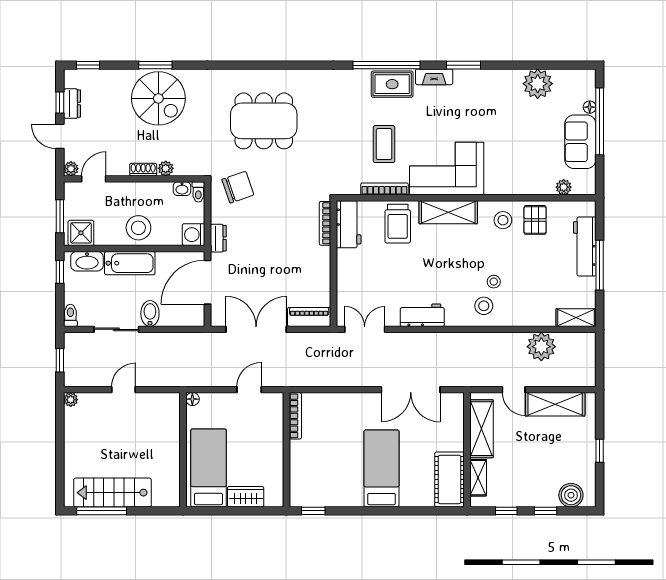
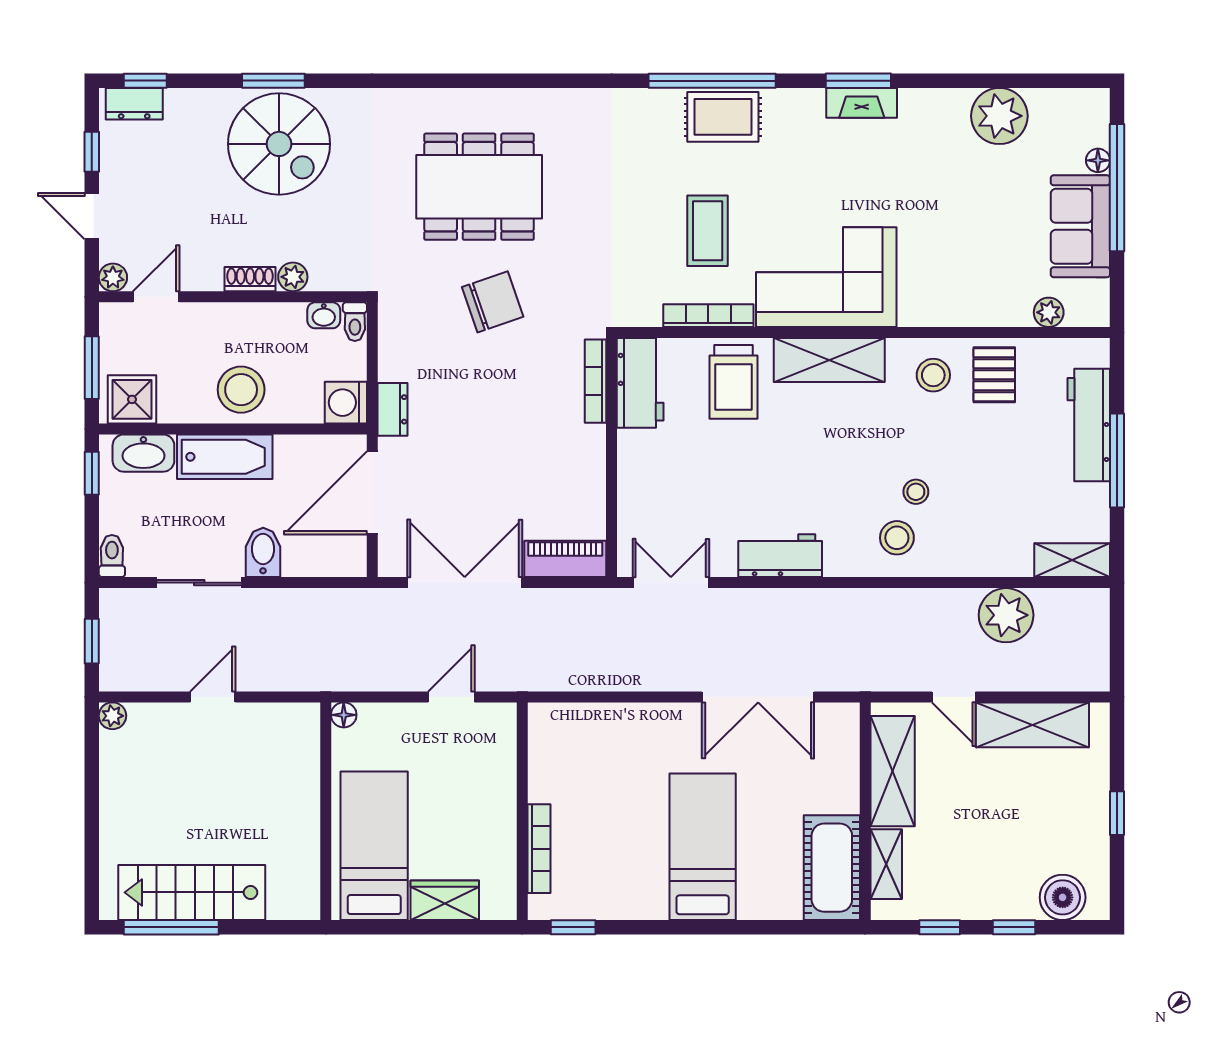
fireplace: (434, 77) -> (862, 103), moved
dresser: (72, 104) -> (134, 104), moved, turned 90
chair: (238, 187) -> (493, 302), moved
bookcase: (295, 416) -> (539, 849), moved

